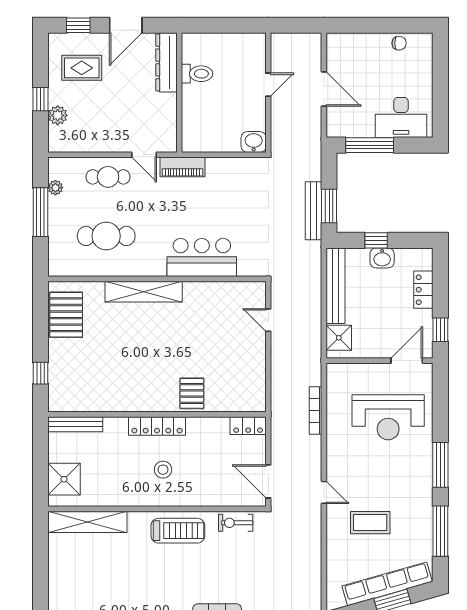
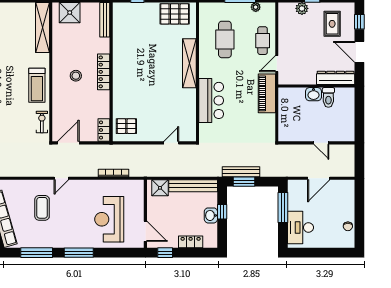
washbasin: (254, 142) -> (313, 94), moved, turned 90
piano: (182, 167) -> (267, 93), width x1.37, depth x1.33
pallet: (192, 393) -> (126, 126), moved

